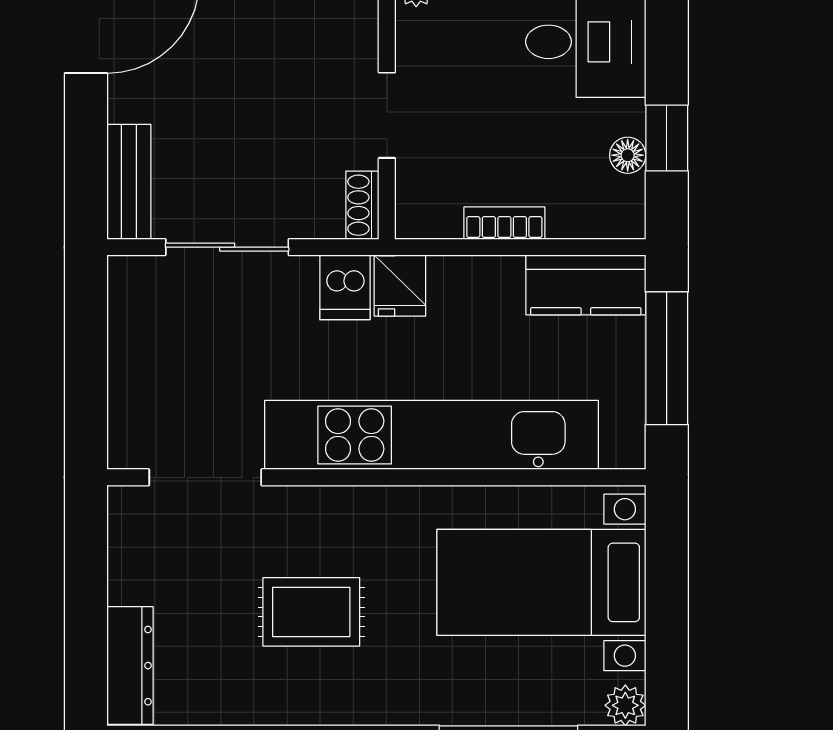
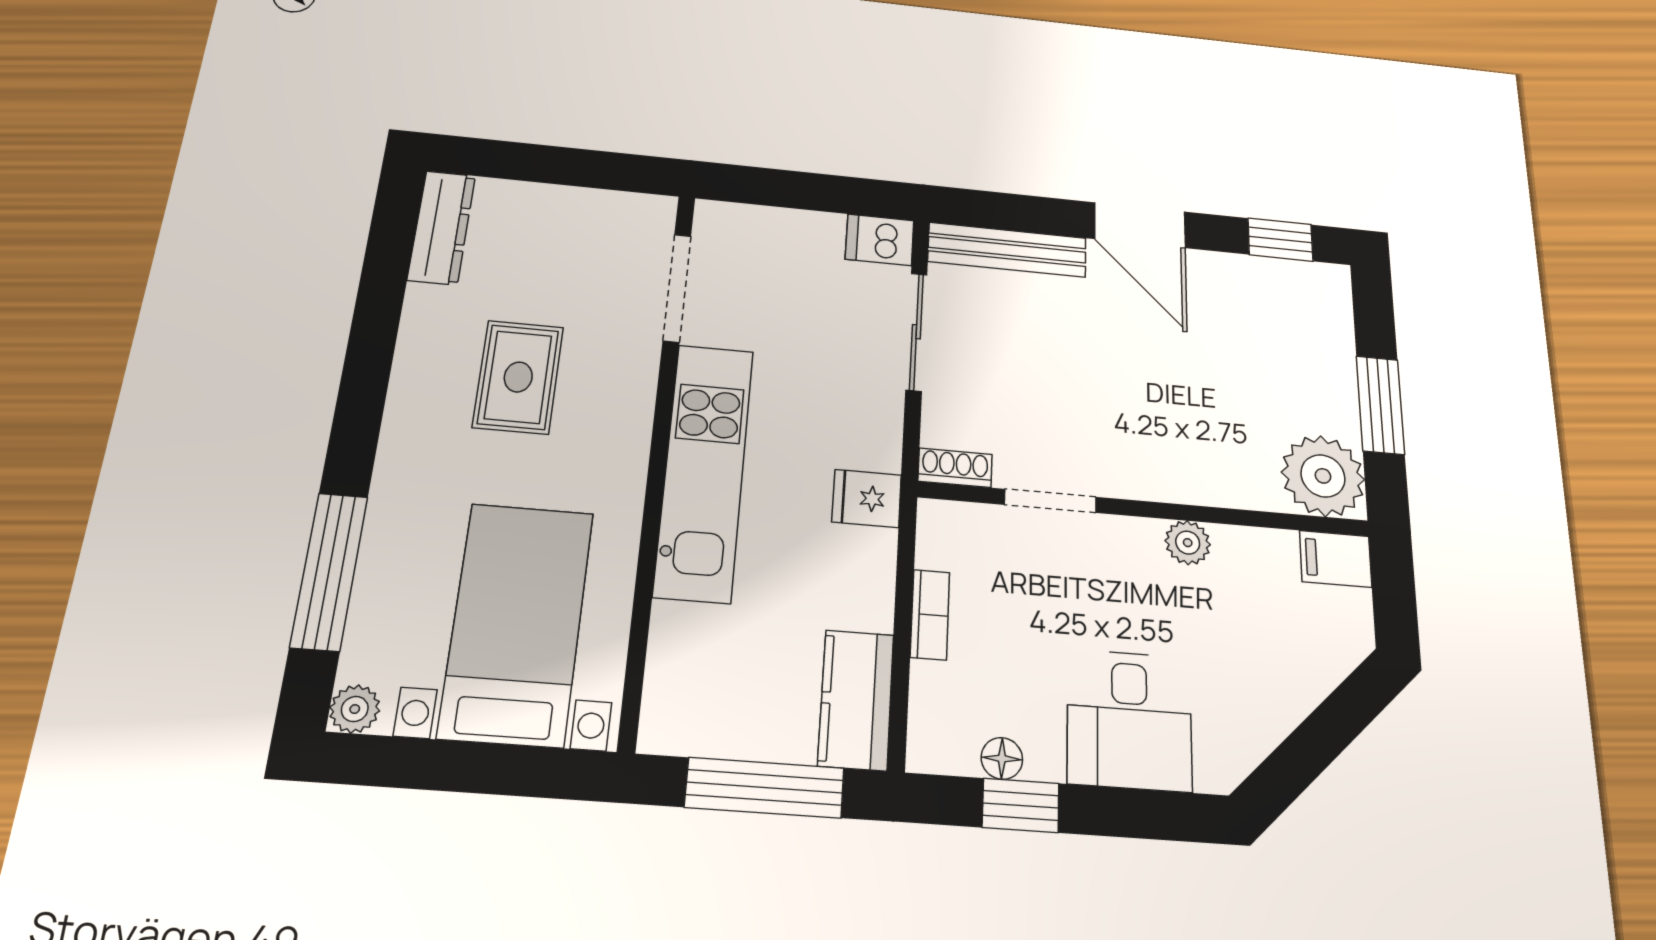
bench: (129, 182) -> (1007, 250), width x1.36
dishwasher: (345, 287) -> (880, 240), moved
kitchen unit: (431, 435) -> (704, 471), width x0.73
dresser: (130, 666) -> (442, 227), moved, turned -90

